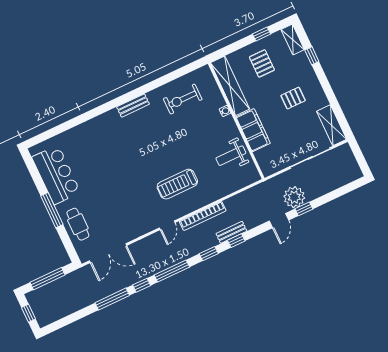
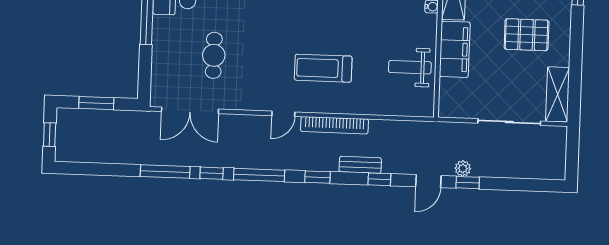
pallet: (293, 98) -> (527, 35), width x1.50, depth x1.42
plant: (294, 197) -> (463, 168), width x0.53, depth x0.53
cafe table: (78, 224) -> (214, 55), moved
window: (236, 241) -> (379, 179), moved
window: (47, 279) -> (96, 103), width x0.69

